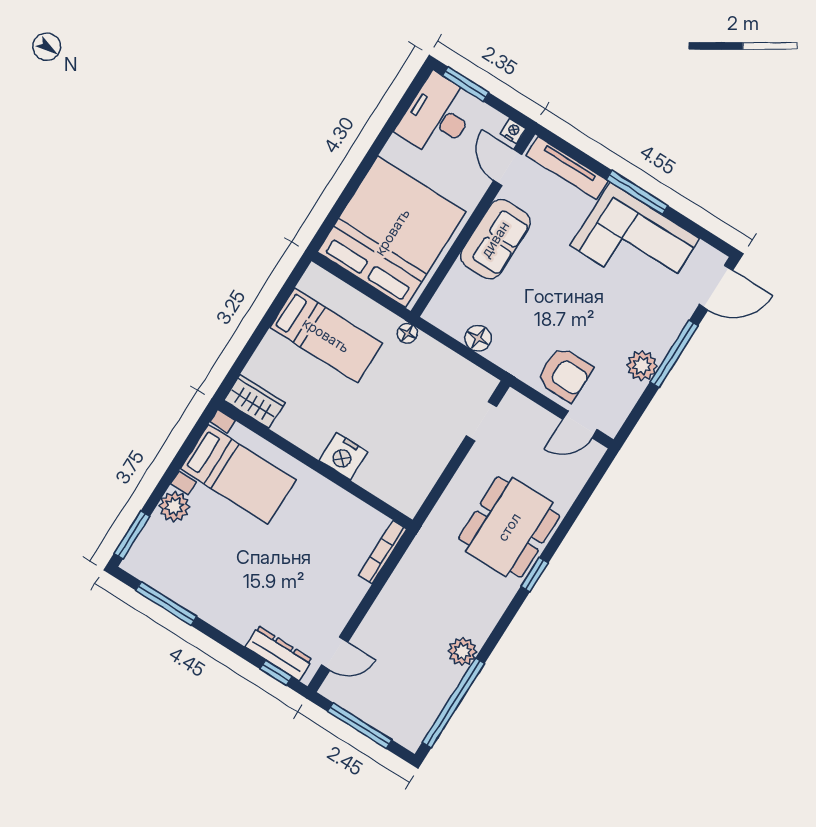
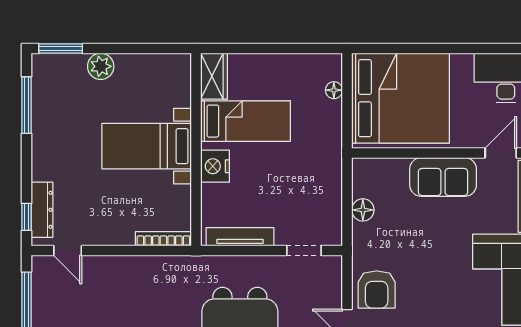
floor lamp: (407, 333) -> (334, 90), moved
bed: (326, 335) -> (246, 121), moved, turned -90
bed with nightstands: (238, 474) -> (147, 146), moved, turned 90
tv unit: (428, 476) -> (240, 237), added

